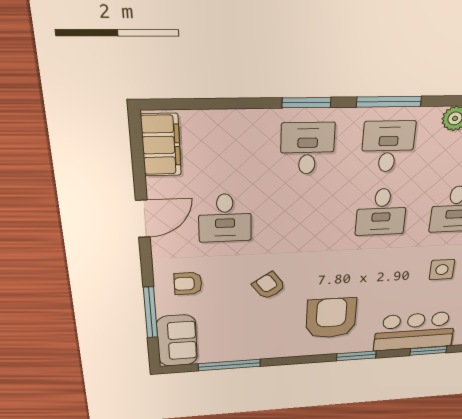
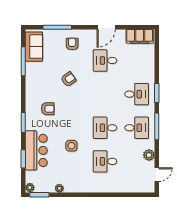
door: (143, 219) -> (106, 27), hinge flipped
side table: (442, 270) -> (71, 146), moved
armchair: (331, 318) -> (48, 109), width x0.53, depth x0.53
sofa: (177, 341) -> (34, 47), moved, turned -90

